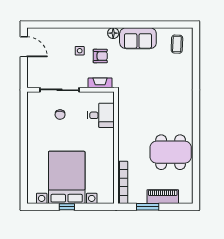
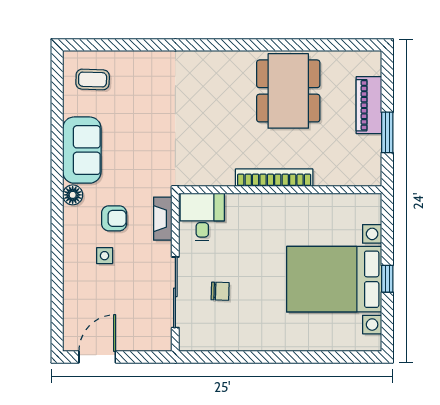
armchair: (100, 56) -> (114, 218), turned 90
desk: (101, 115) -> (202, 217), moved
bookcase: (123, 182) -> (274, 178), moved

